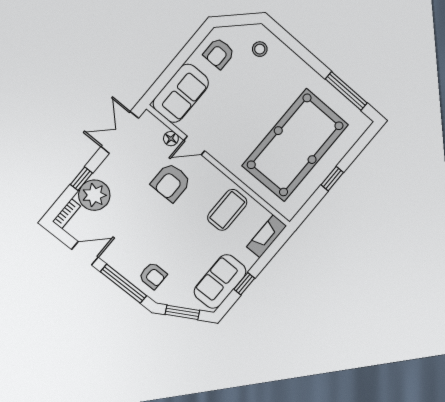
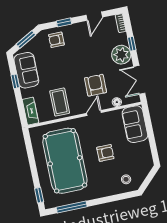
armchair: (219, 53) -> (105, 153), moved, turned 90
double door: (120, 132) -> (139, 80), swing flipped
door: (194, 145) -> (94, 113), moved
window: (332, 179) -> (39, 195), moved
plant: (94, 195) -> (121, 55), moved
window: (124, 284) -> (64, 22), width x0.46

